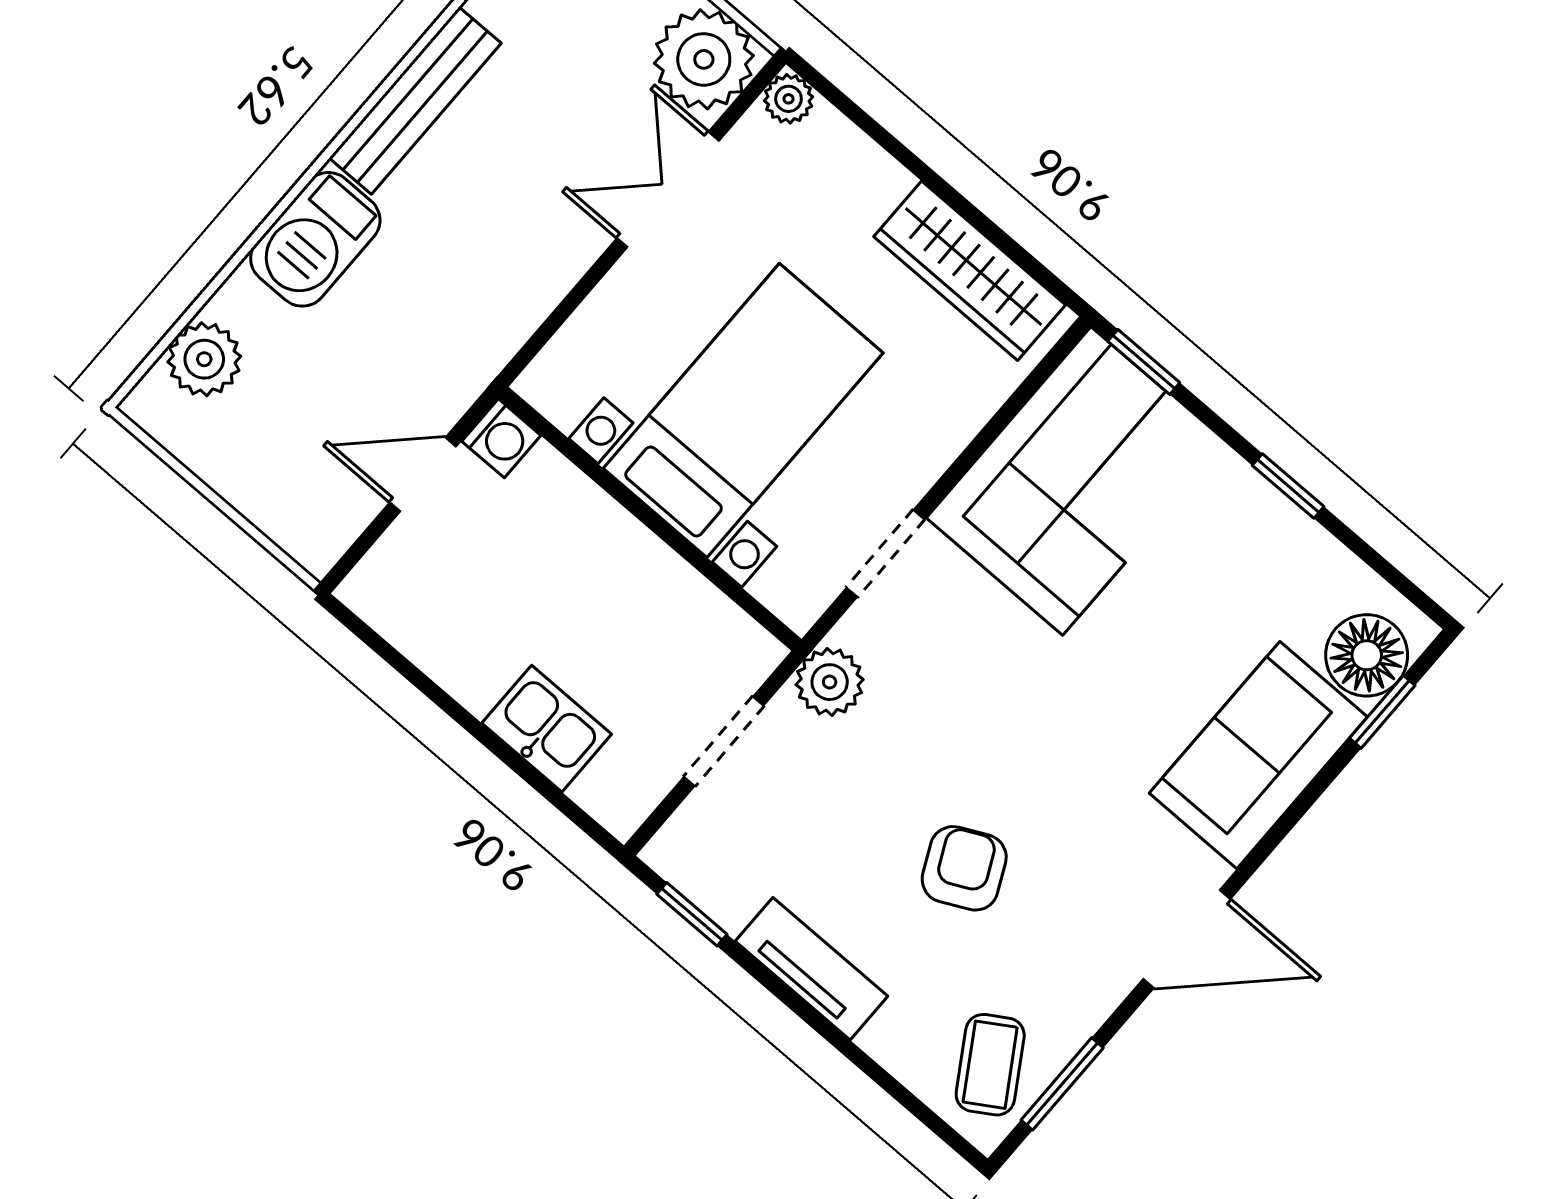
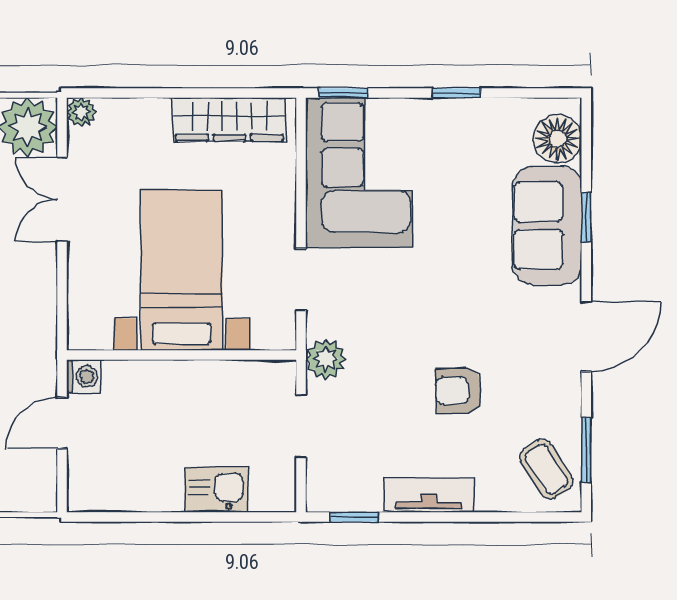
window: (1382, 712) -> (586, 217), moved
armchair: (964, 868) -> (459, 391), turned -66

